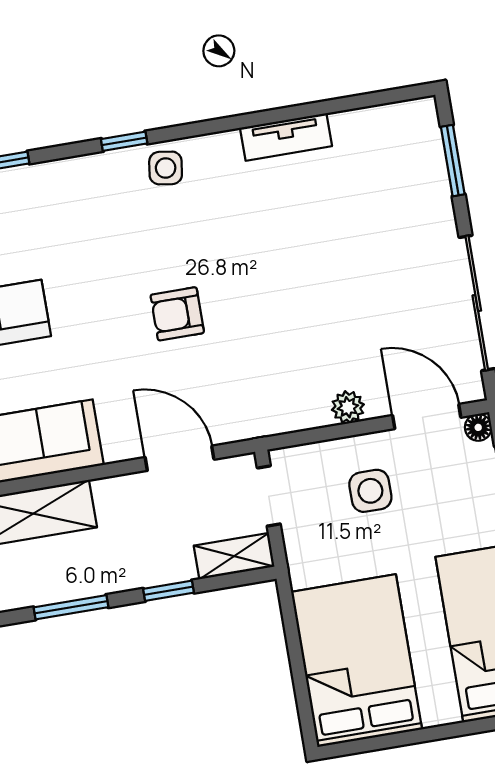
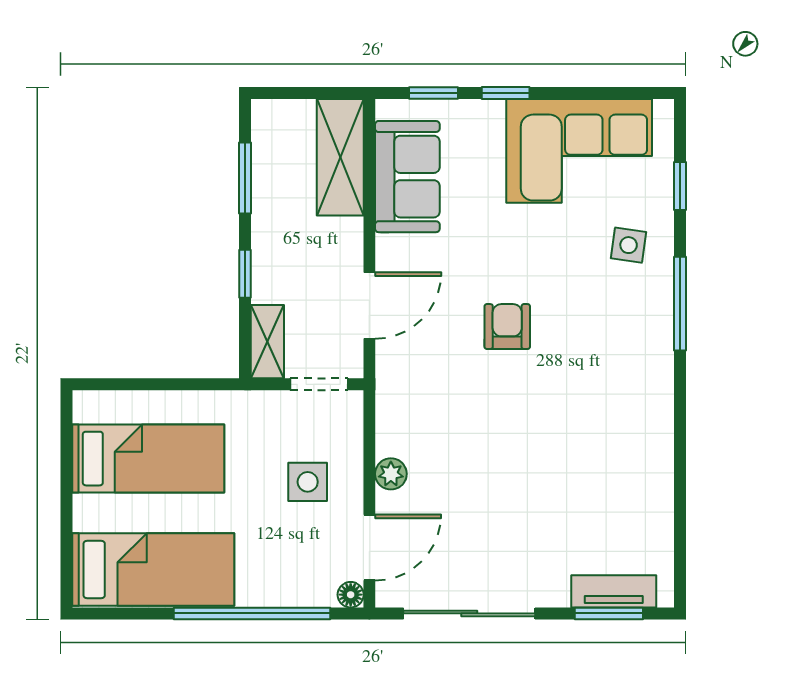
tv unit: (286, 137) -> (614, 591), moved, turned 90
window: (124, 141) -> (680, 304), width x2.17
side table: (166, 168) -> (629, 245), moved
bed: (357, 661) -> (148, 459), width x0.67

